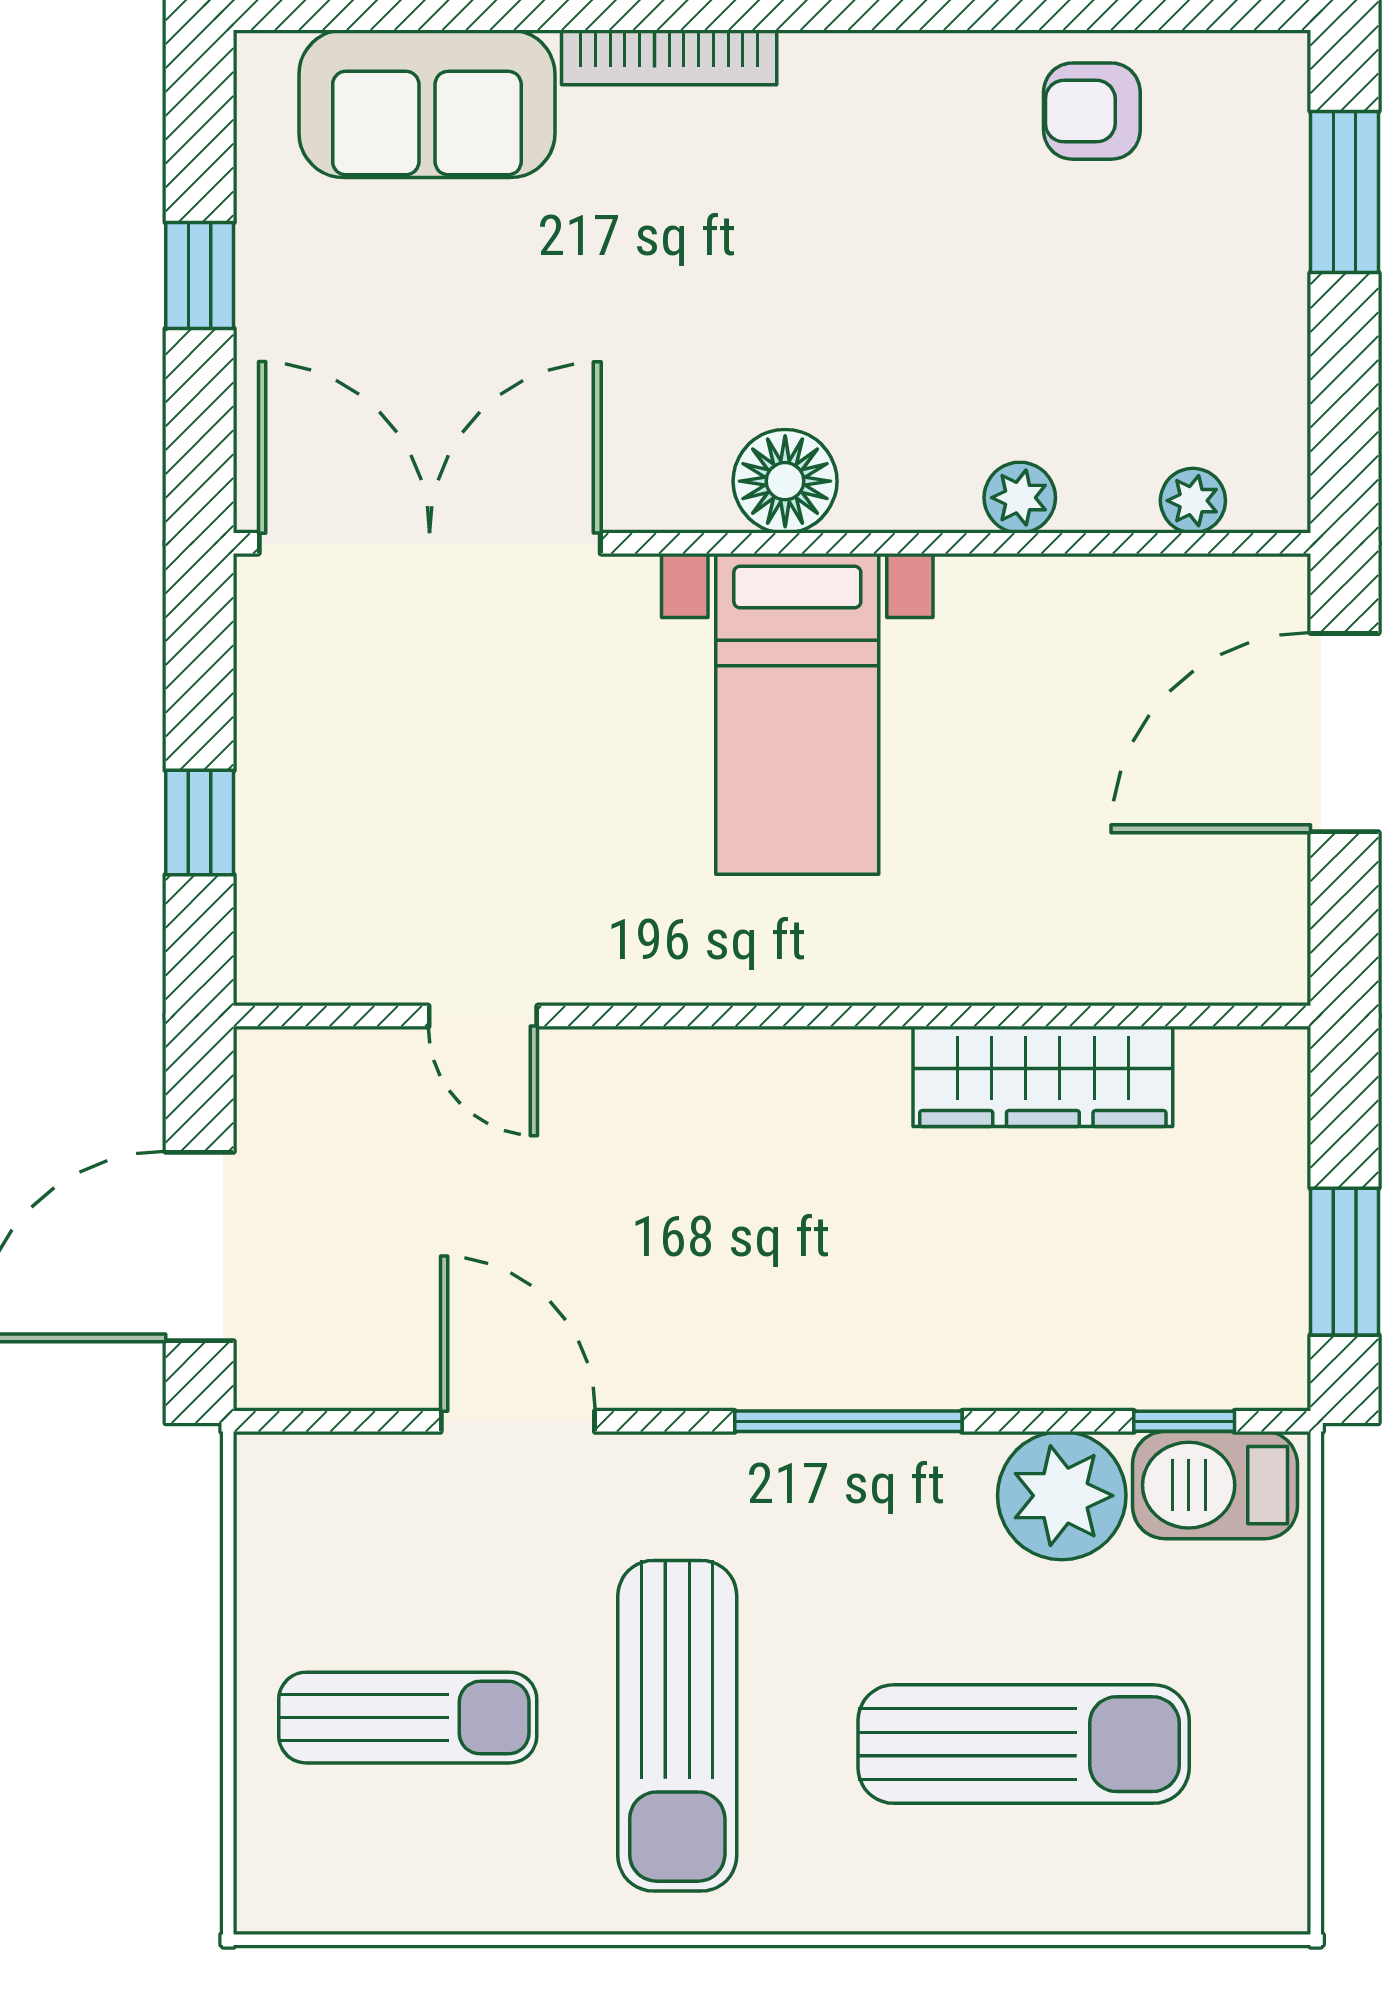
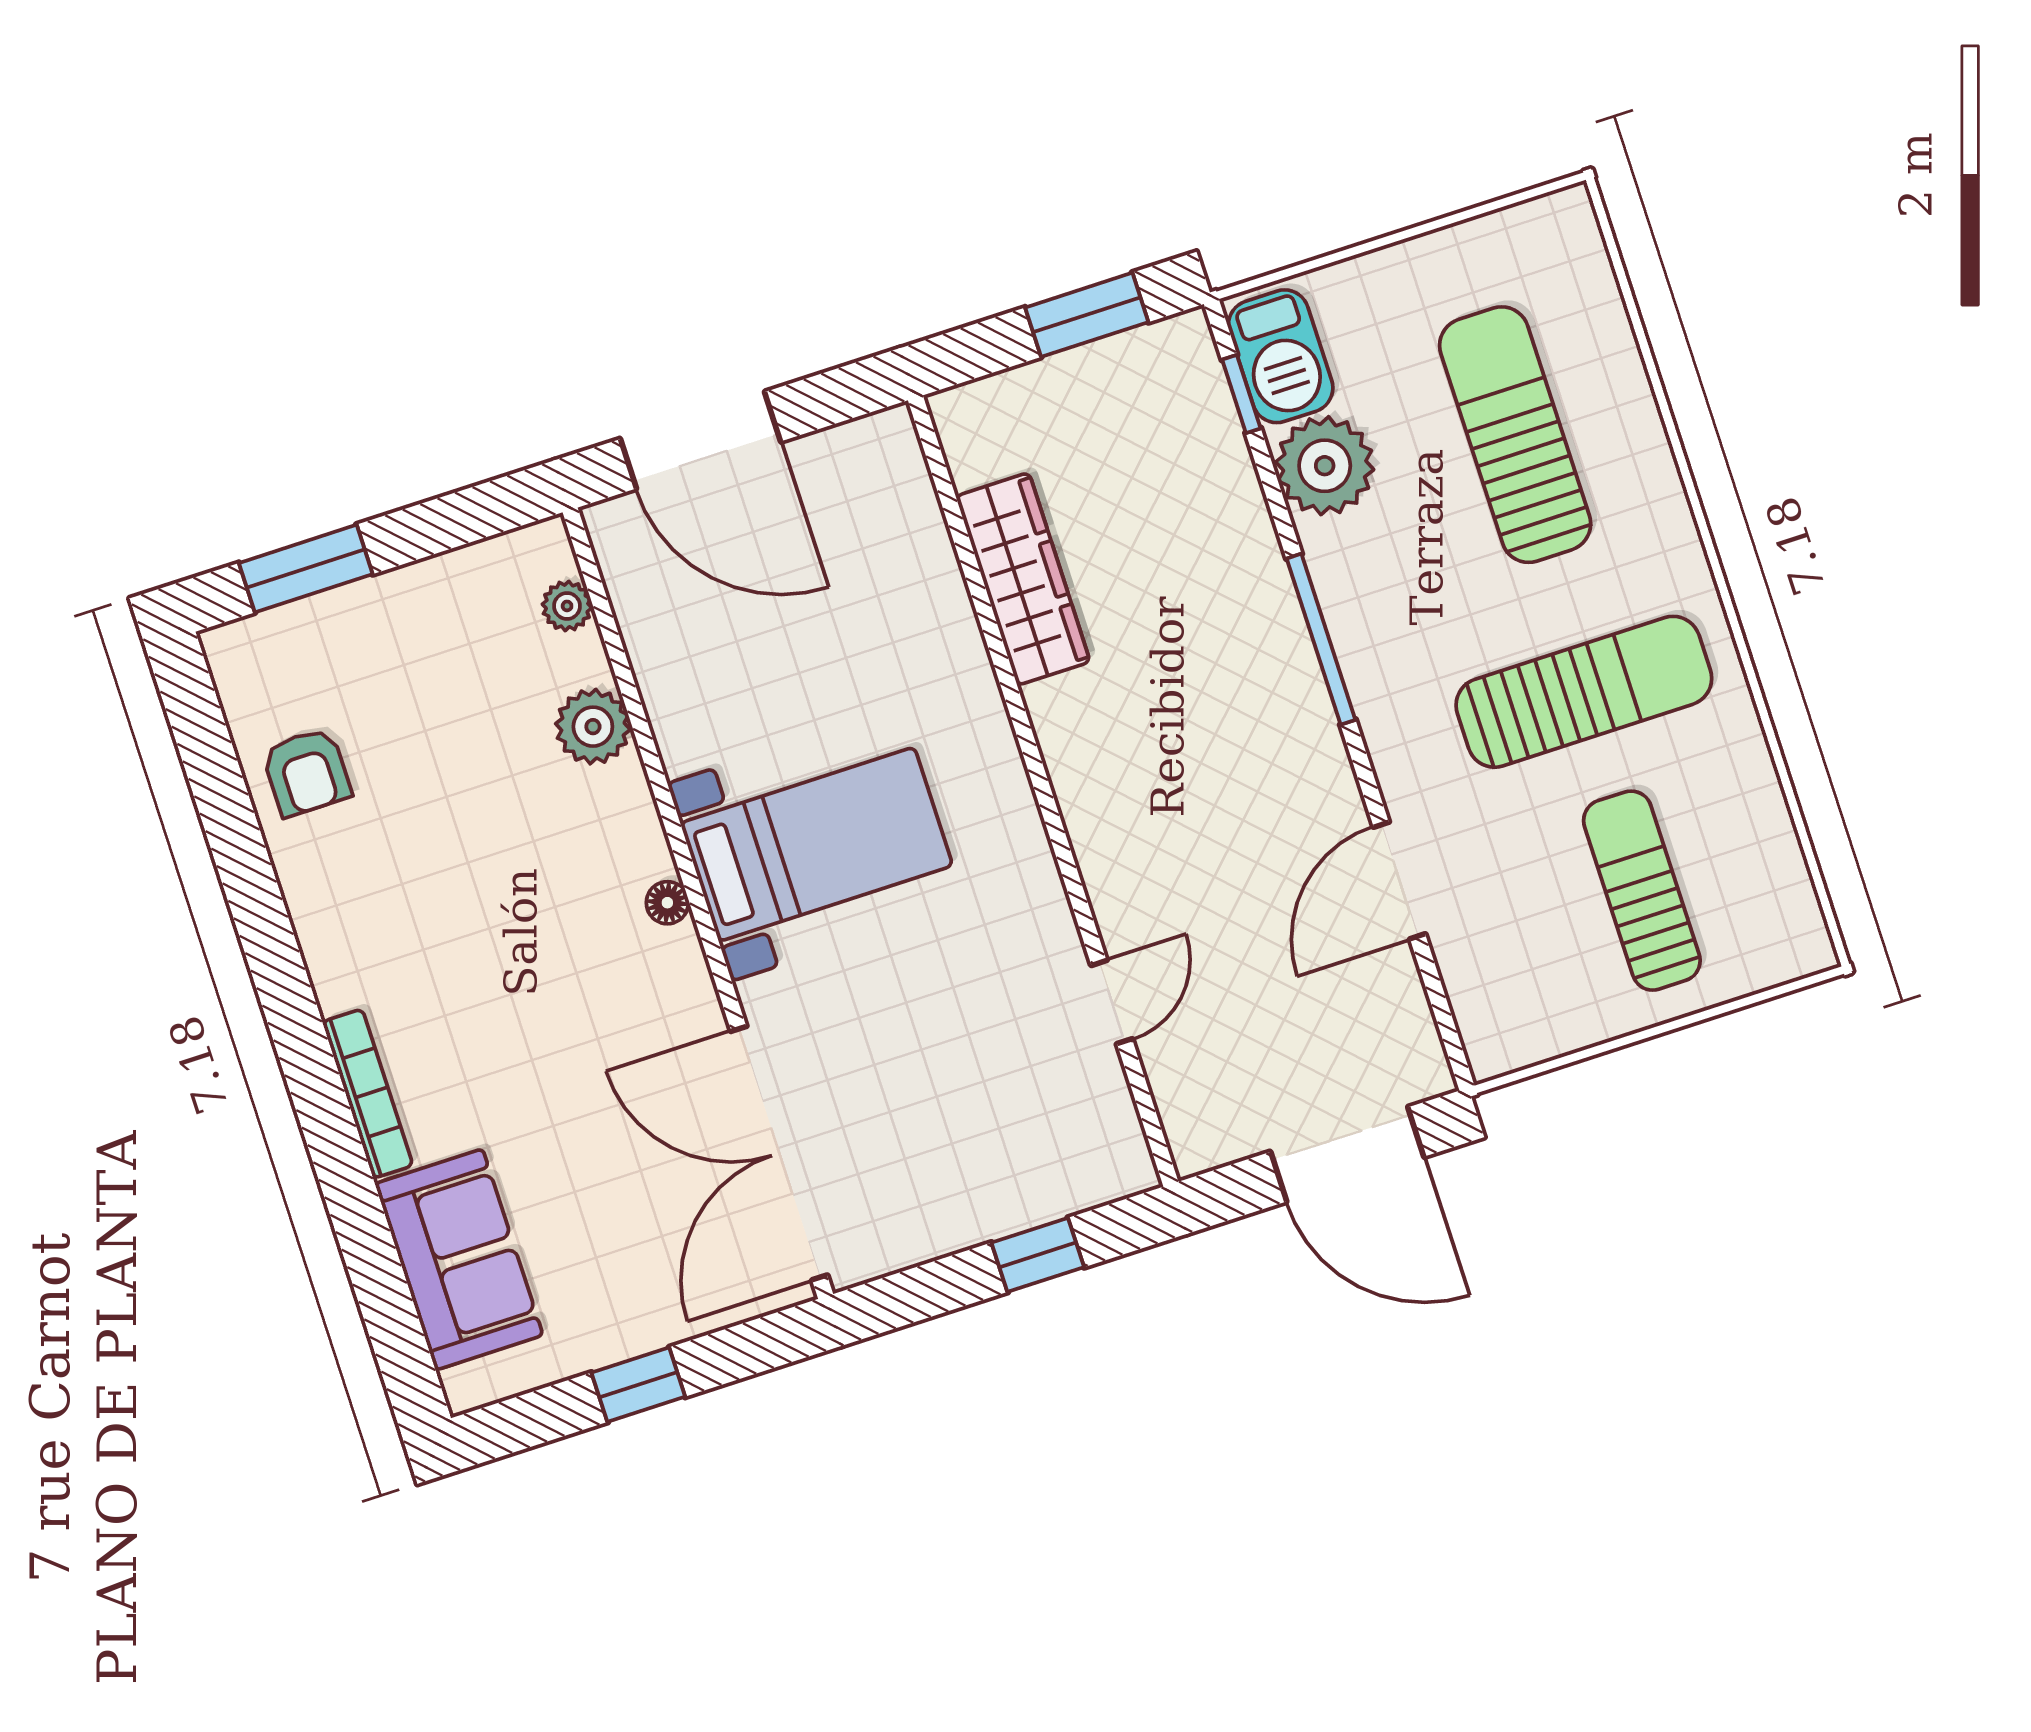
floor lamp: (785, 481) -> (667, 903), width x0.53, depth x0.53
plant: (1020, 498) -> (593, 727), width x1.38, depth x1.38

